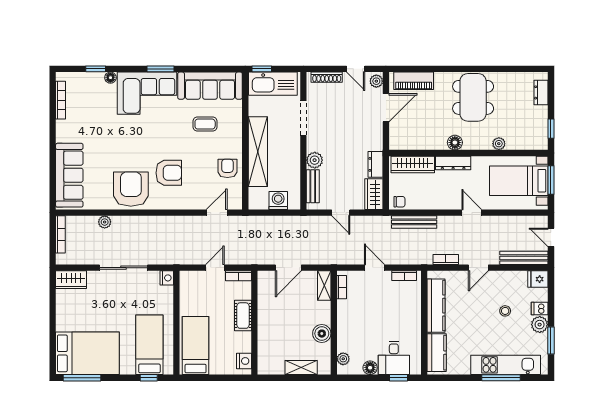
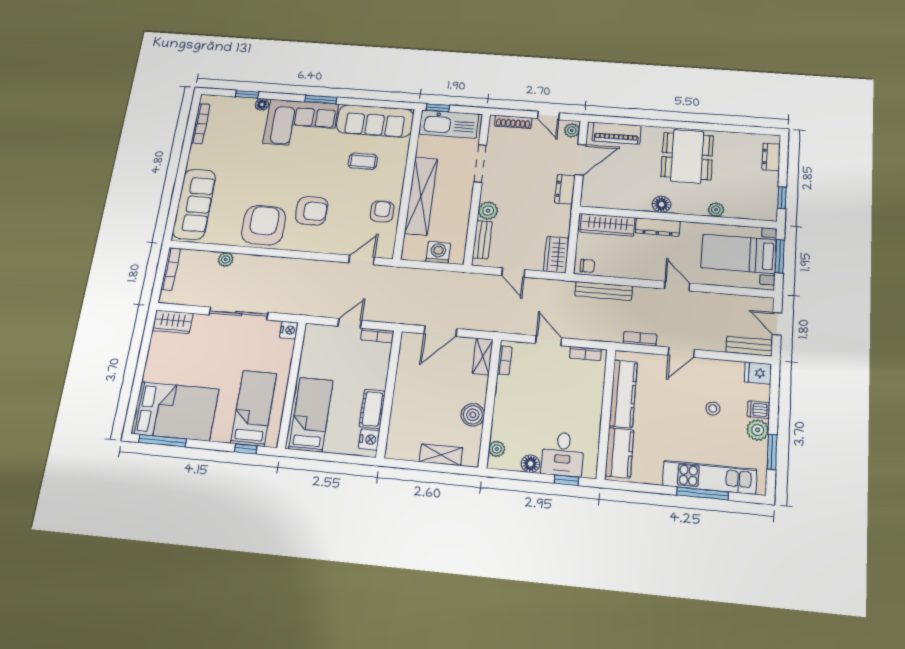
dresser: (376, 164) -> (565, 189), moved
bench: (524, 258) -> (749, 346), width x0.73
cot: (243, 316) -> (372, 409), moved

